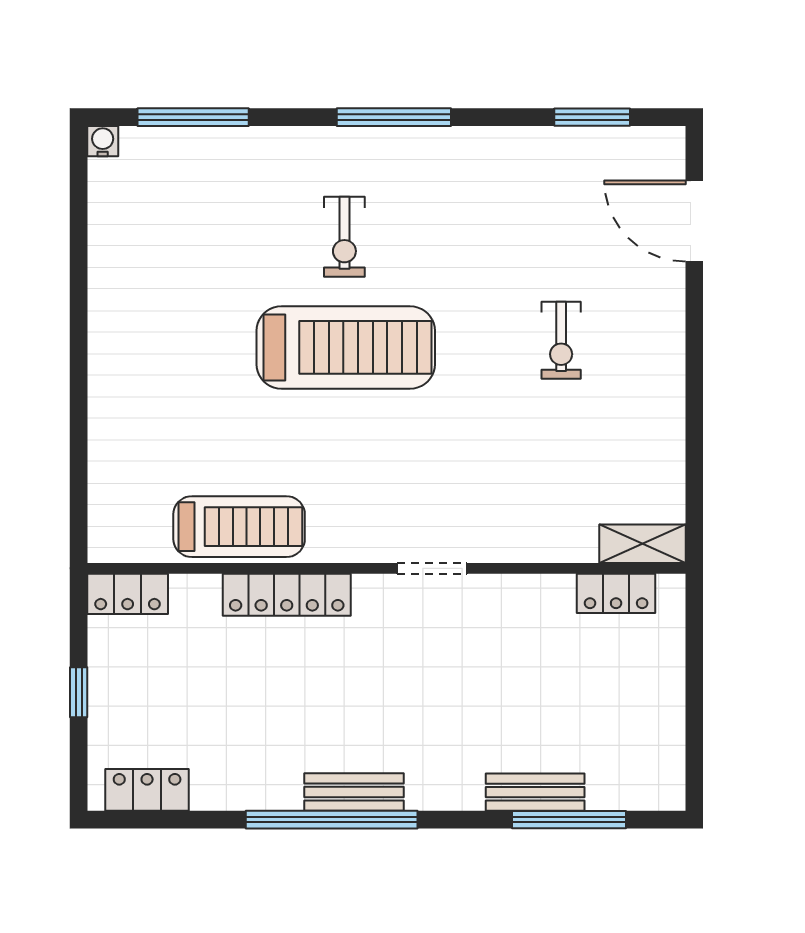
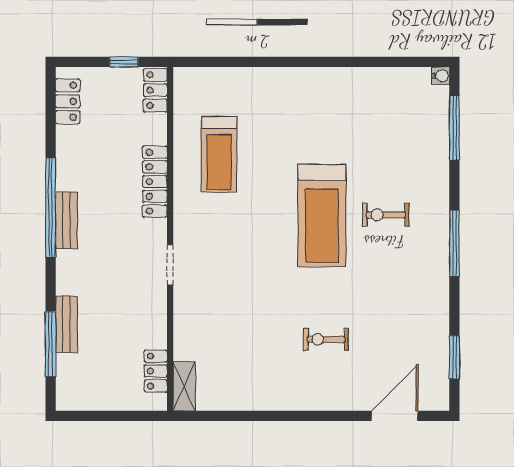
shelving: (642, 544) -> (184, 386), moved
wall: (386, 568) -> (170, 239), moved
doorway: (432, 568) -> (170, 265), moved
locker: (616, 593) -> (156, 371), moved
locker: (128, 594) -> (155, 90), moved
locker: (287, 595) -> (155, 182), moved

